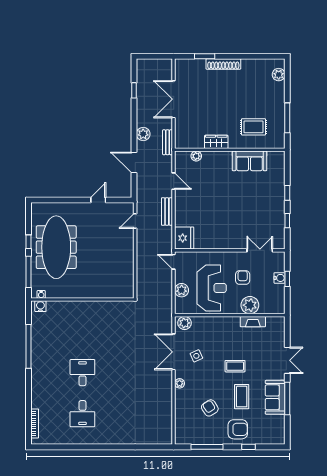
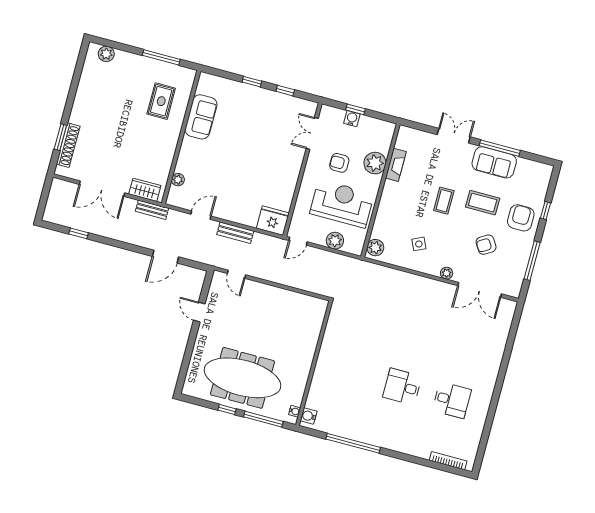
shoe rack: (223, 64) -> (68, 145), moved
plant: (143, 134) -> (134, 236), removed
wardrobe: (216, 142) -> (145, 190), moved, turned 90
double door: (174, 352) -> (480, 290), moved

